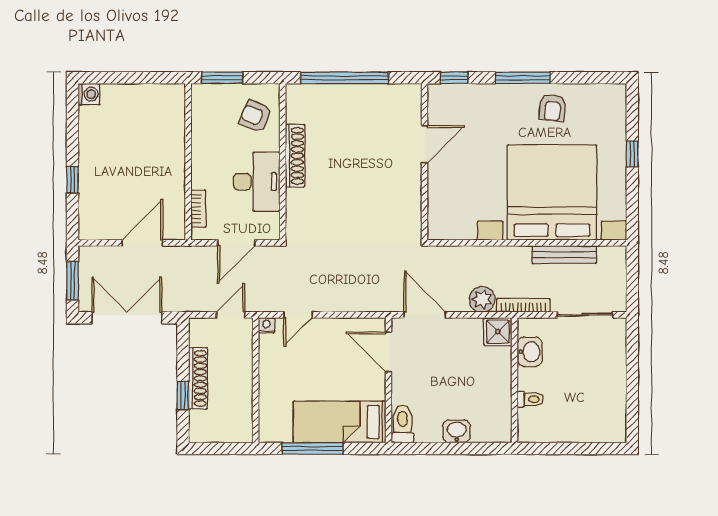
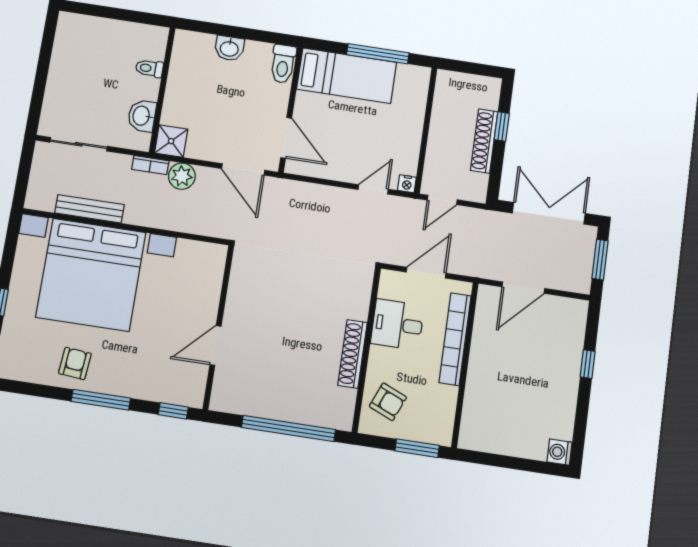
desk: (257, 182) -> (397, 325), width x0.73
bookcase: (198, 209) -> (455, 339), width x2.31, depth x1.31
bookcase: (523, 305) -> (150, 165), width x0.64
double door: (127, 318) -> (549, 213), swing flipped

